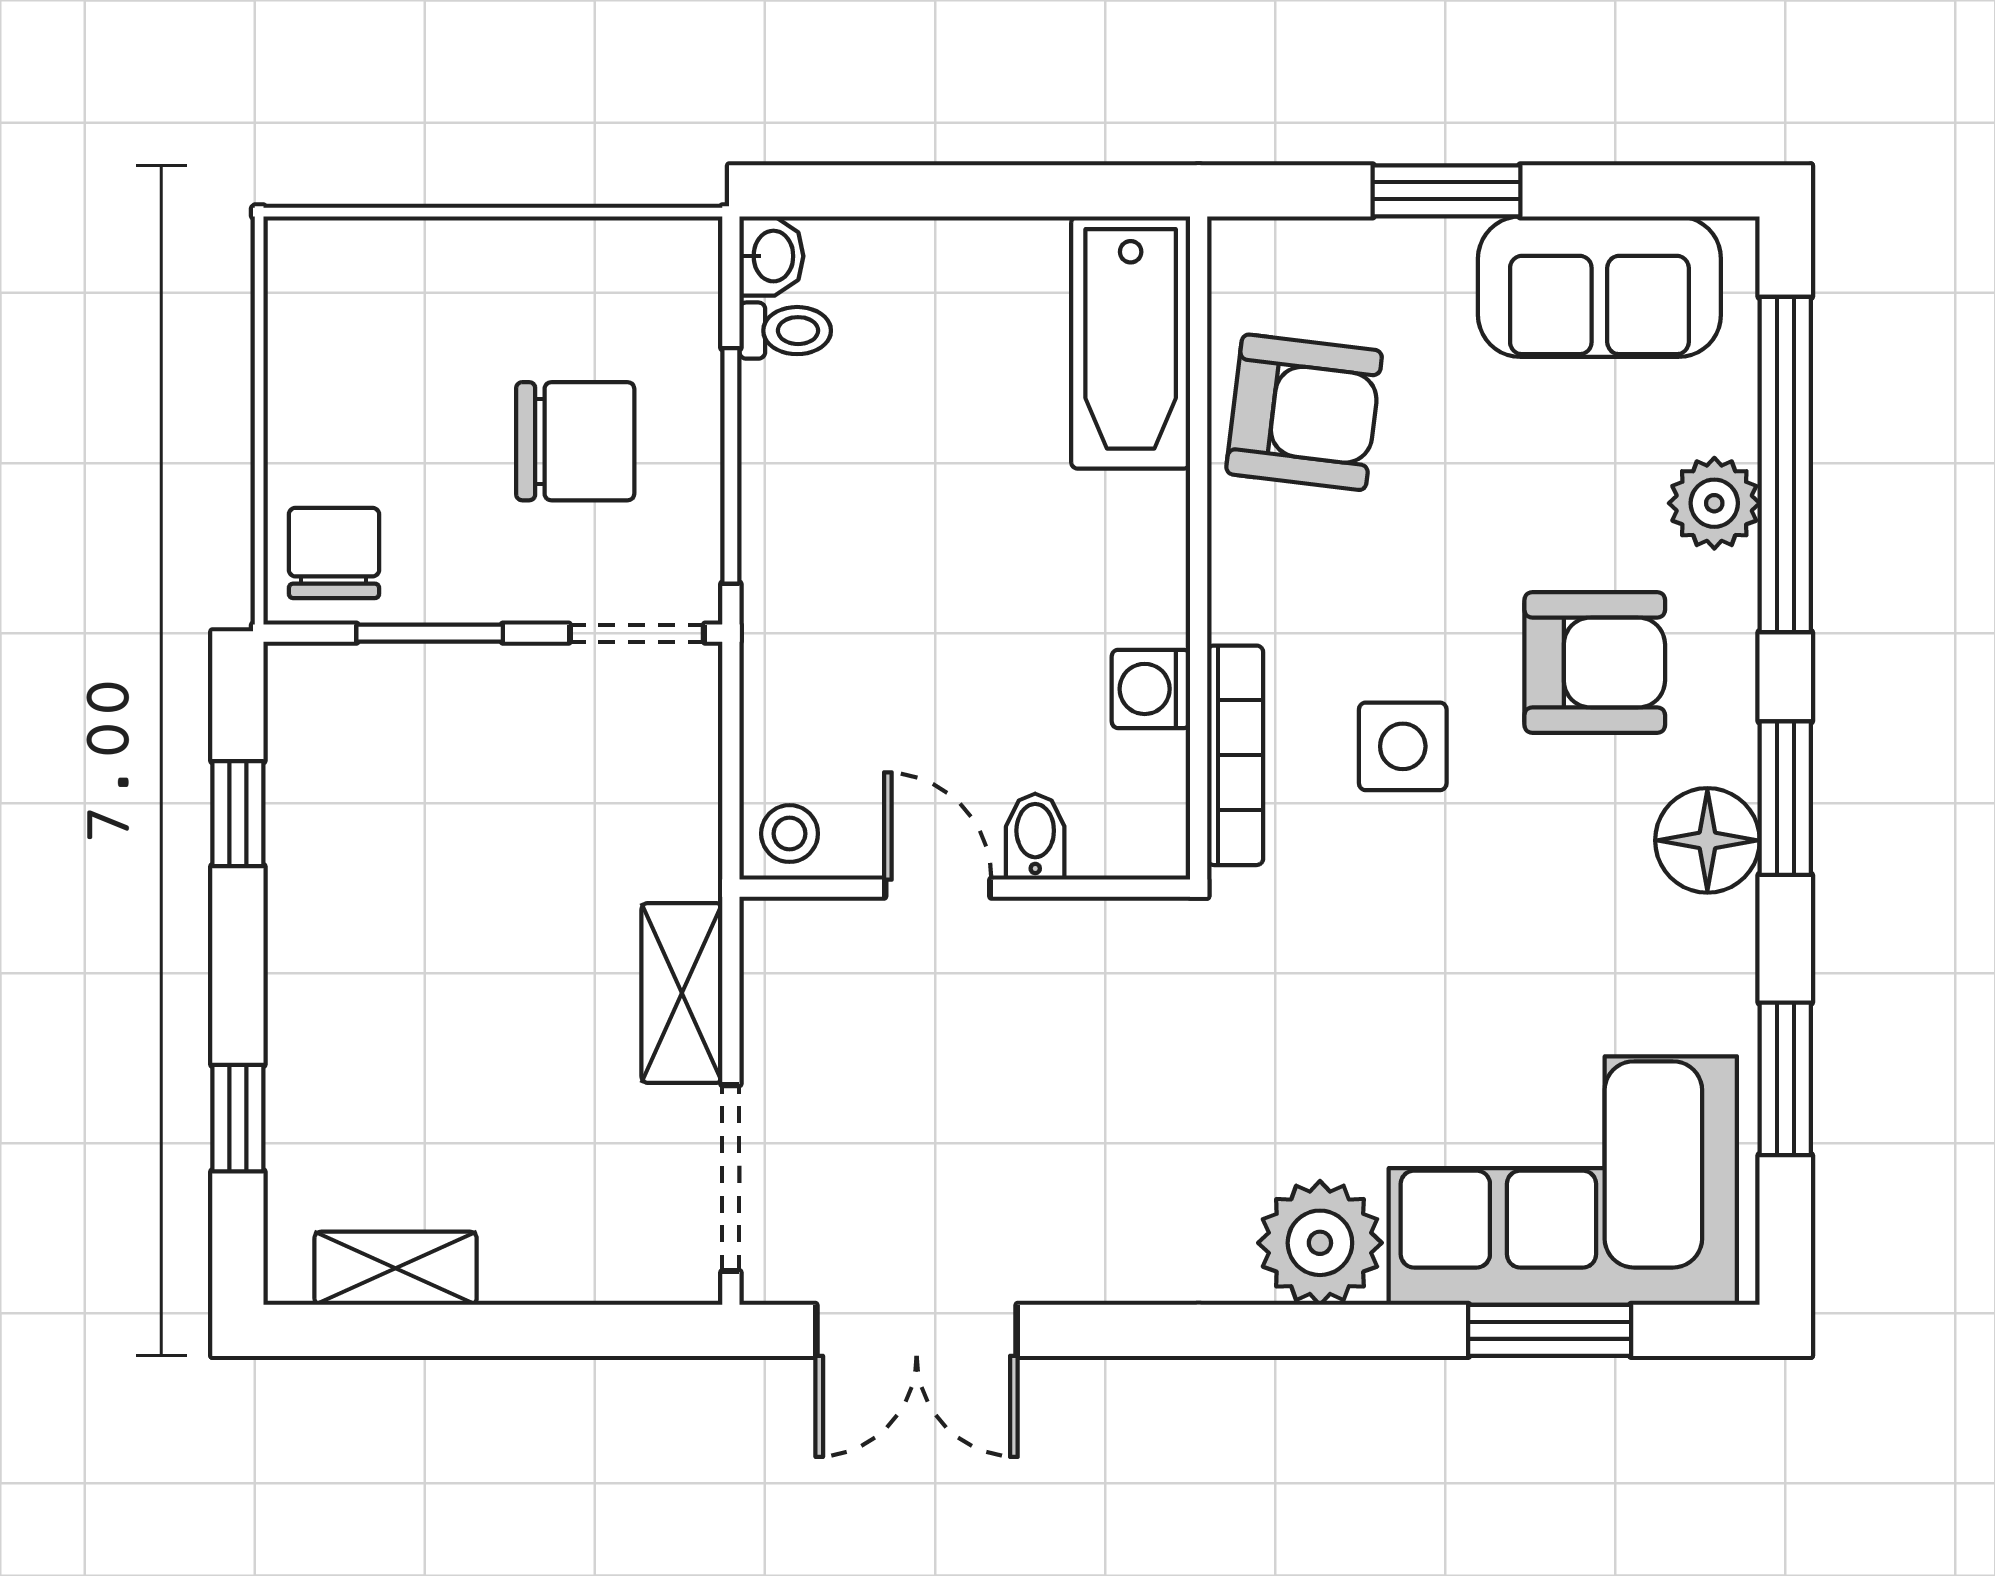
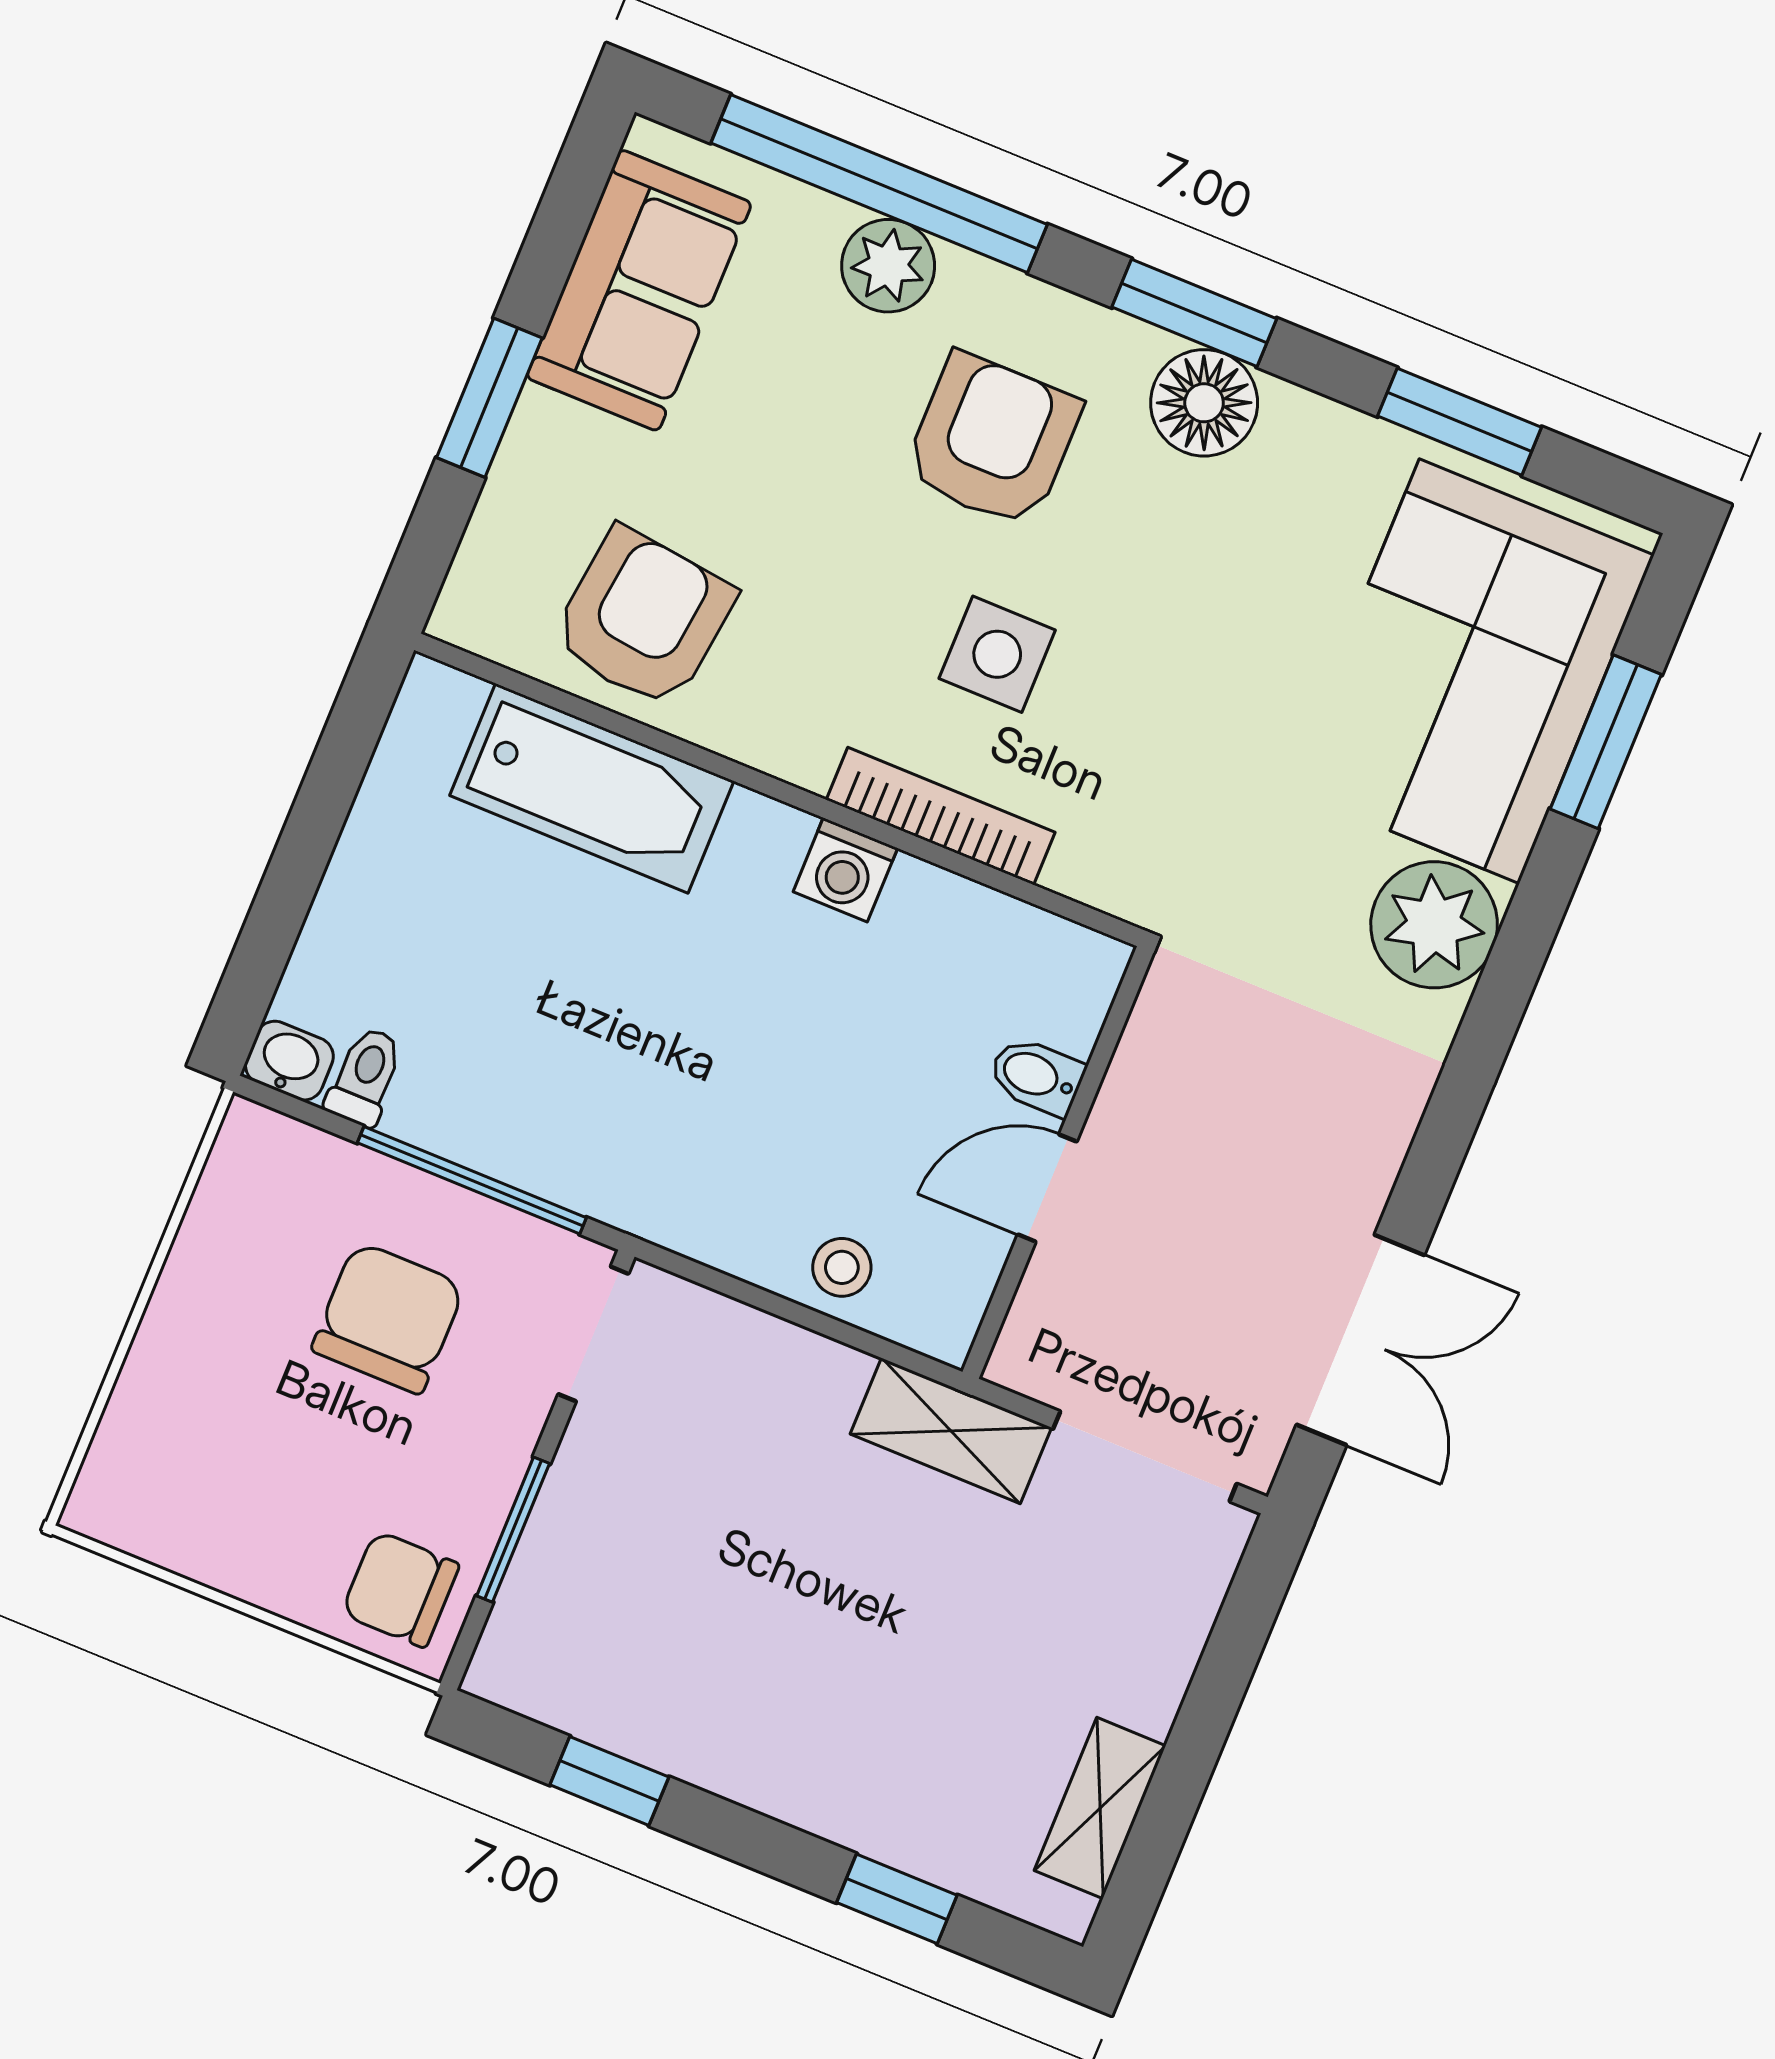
bathtub: (1131, 343) -> (592, 788), moved
bidet: (1035, 837) -> (1036, 1076), moved
door: (938, 888) -> (1047, 1188), moved
wall: (965, 888) -> (1058, 1163), moved

